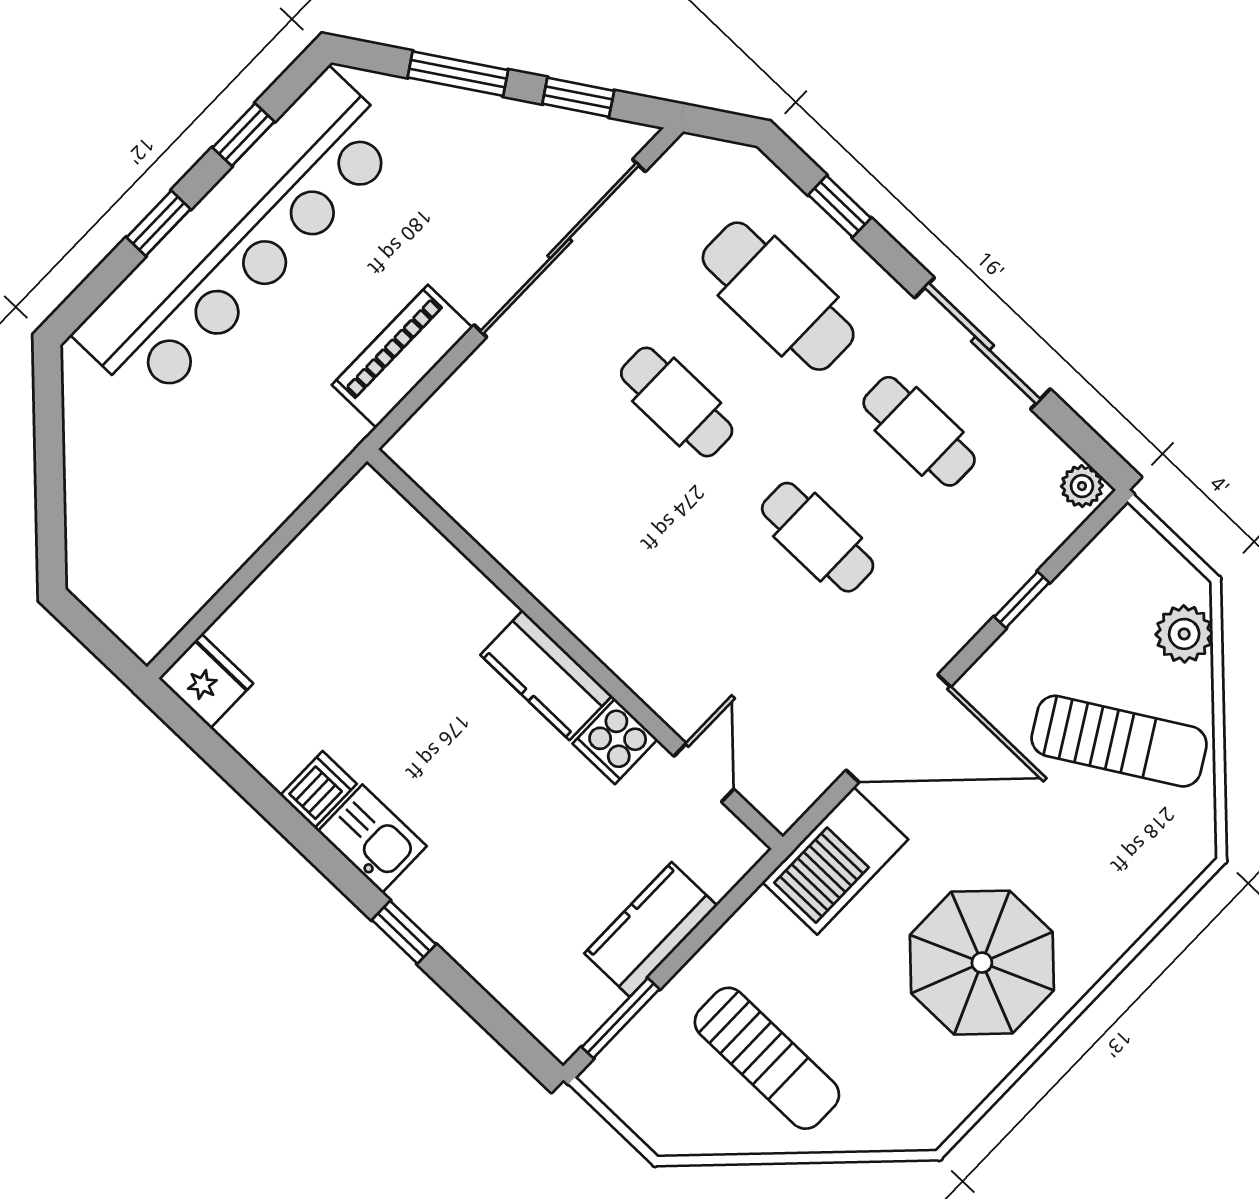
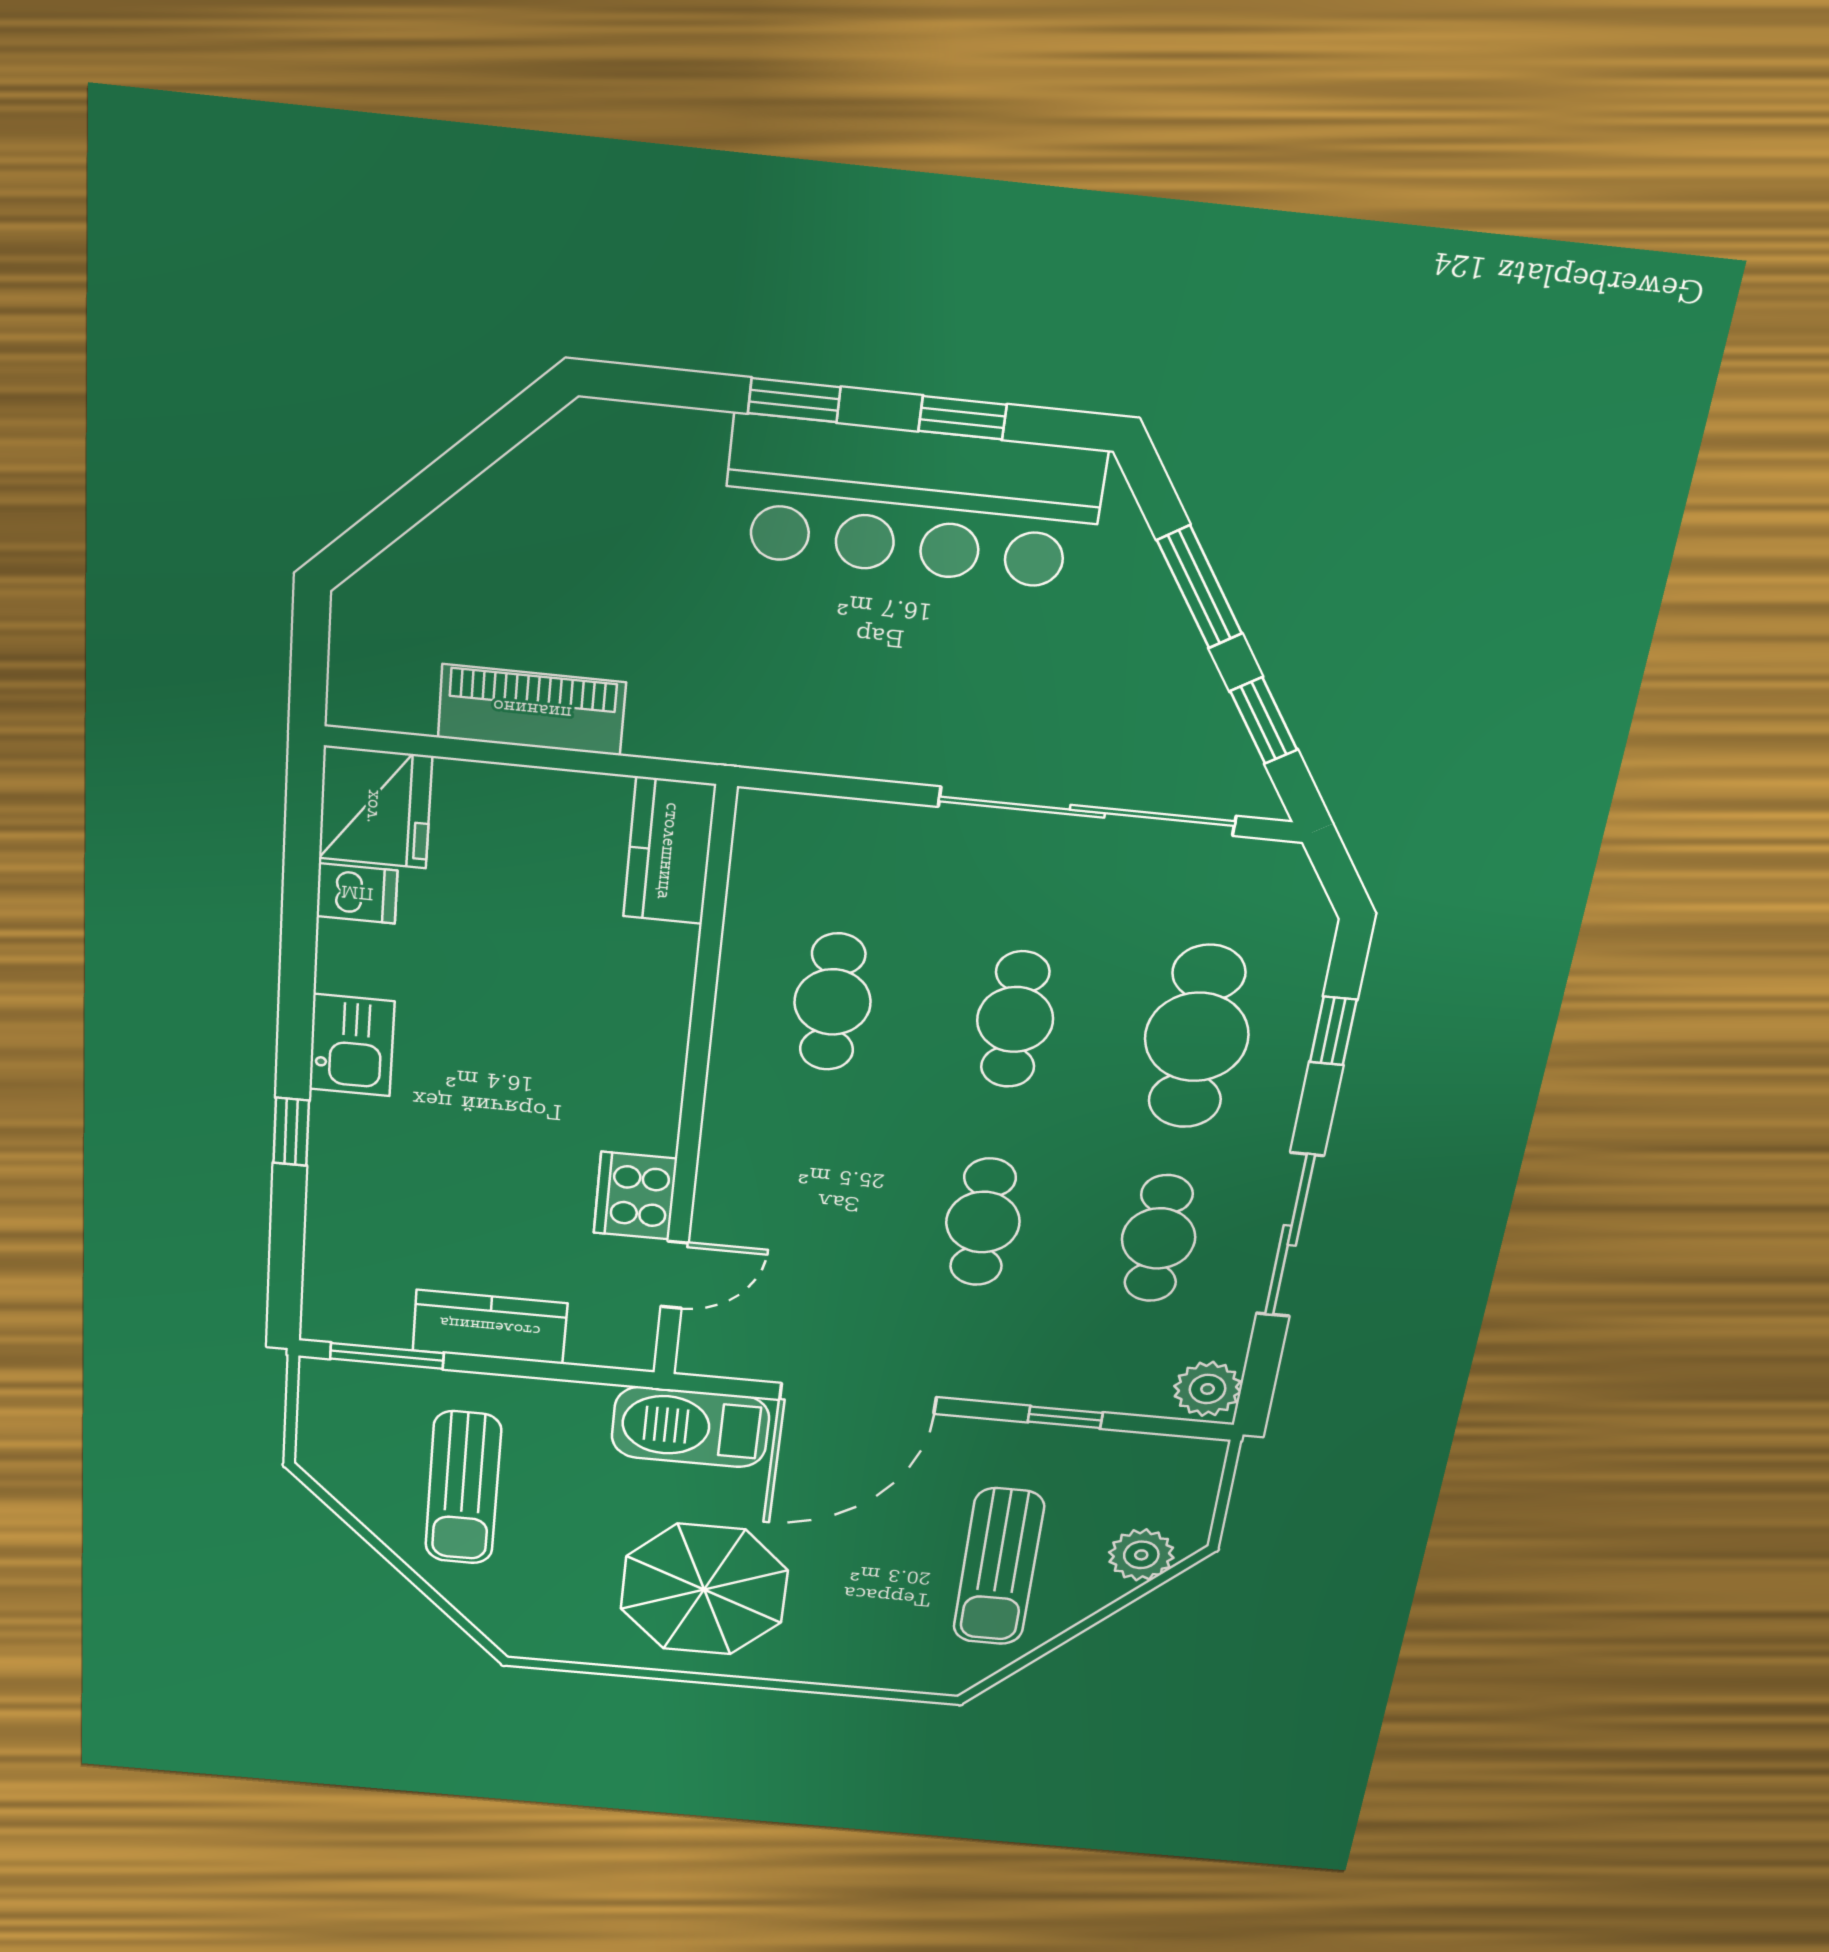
bar counter: (240, 239) -> (913, 502), width x0.73
piano: (402, 356) -> (532, 710), moved
plant: (1082, 486) -> (1208, 1389), width x1.38, depth x1.38
cafe table: (575, 508) -> (833, 1002), added
kitchen counter: (546, 675) -> (669, 851), moved
fridge: (206, 681) -> (375, 807), width x1.36, depth x1.34
door: (898, 728) -> (858, 1399), hinge flipped
cooker: (615, 741) -> (635, 1196), width x1.36
sun lounger: (1119, 741) -> (999, 1567), turned 31
dishwasher: (319, 790) -> (357, 893), moved

